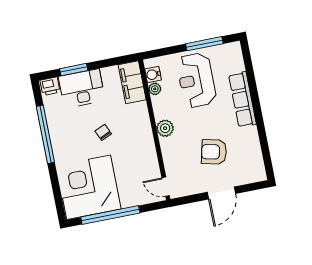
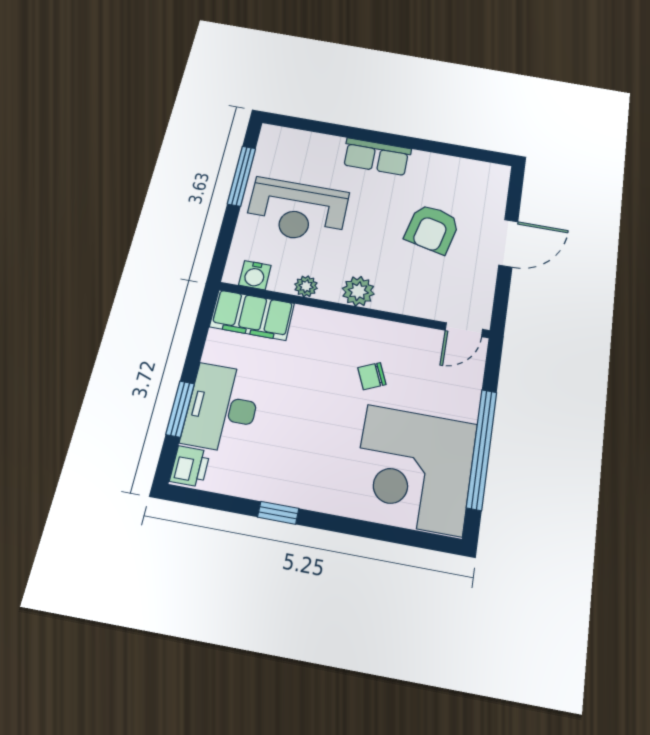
plant: (155, 89) -> (306, 286), moved
row of seats: (242, 99) -> (377, 157), width x0.68
chair: (103, 132) -> (372, 376), moved
window: (45, 134) -> (278, 513), width x0.32
door: (221, 193) -> (508, 243), hinge flipped

